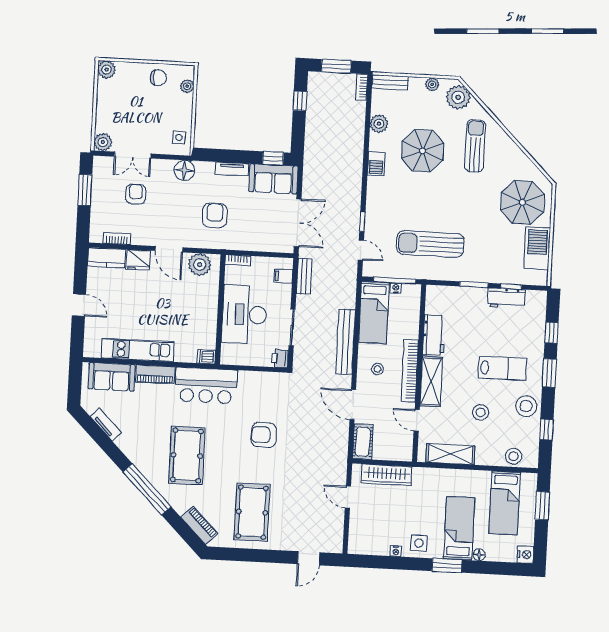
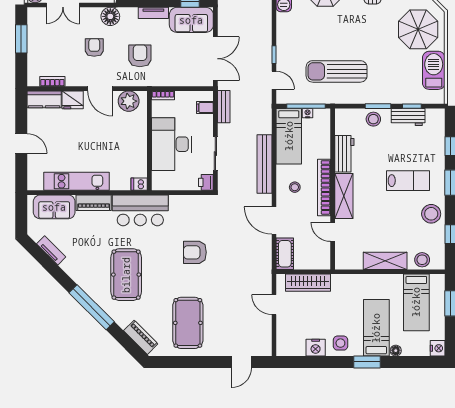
armchair: (136, 194) -> (94, 47), moved
stool: (481, 412) -> (373, 119), moved
shelving: (450, 454) -> (385, 261), moved
nightstand: (396, 551) -> (316, 348), width x1.89, depth x1.79

